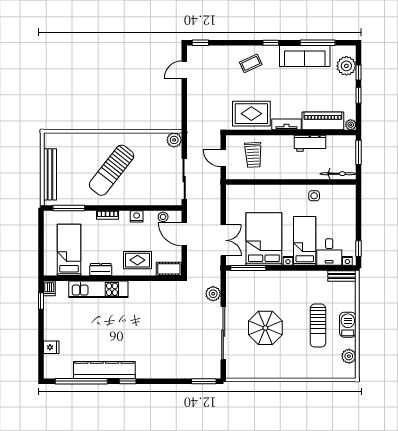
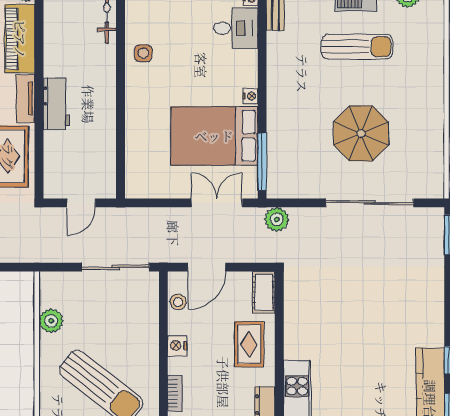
plant: (174, 140) -> (51, 321), moved
workbench: (310, 143) -> (57, 104), moved
trolley: (253, 155) -> (76, 153), removed
bed: (305, 241) -> (217, 69), removed
plant: (213, 294) -> (277, 219), moved

